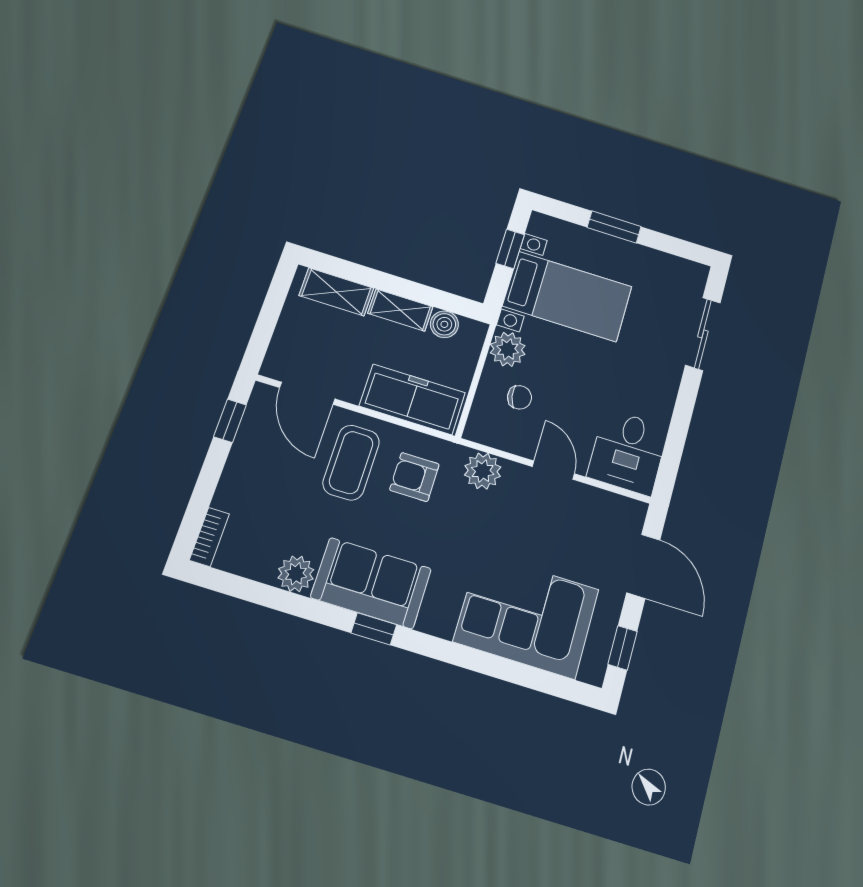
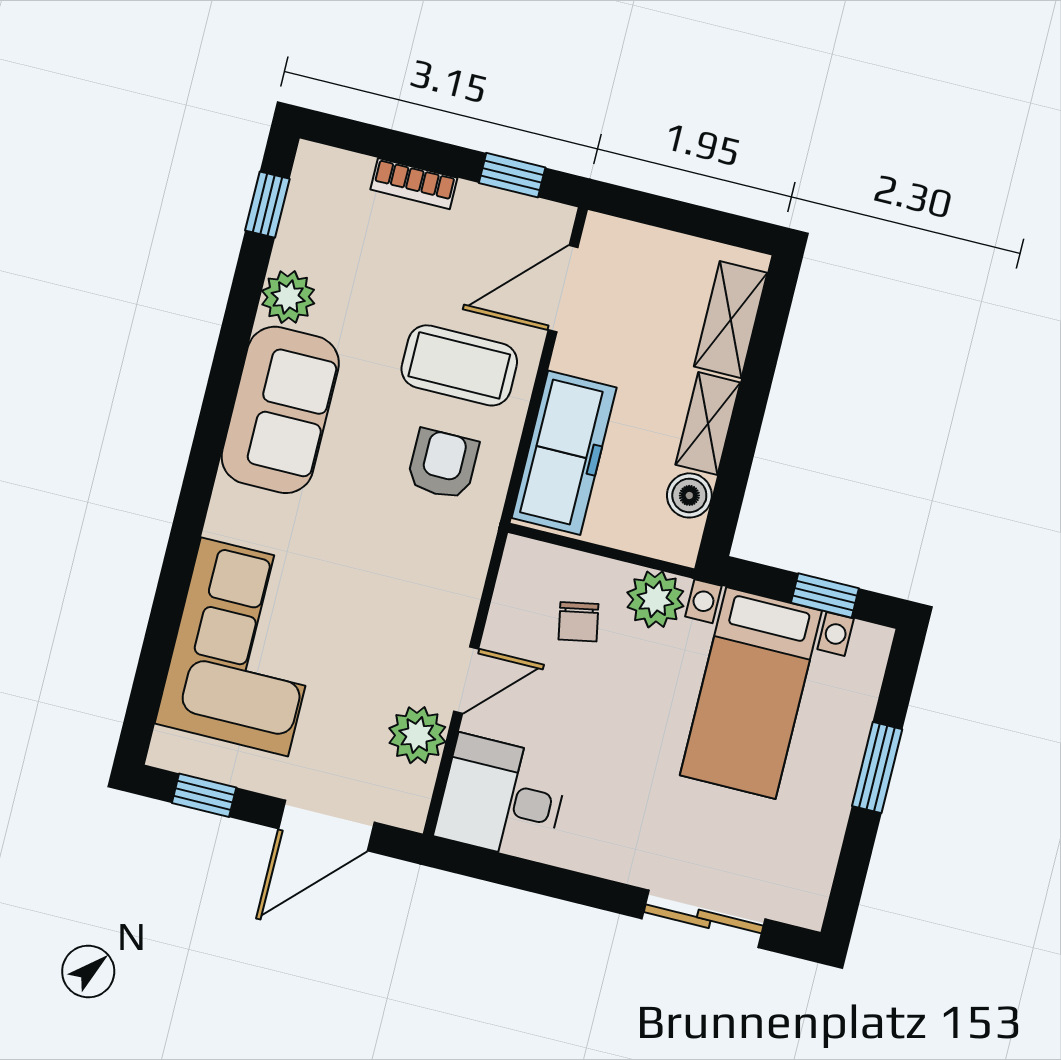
plant: (483, 471) -> (417, 735), moved
bookcase: (209, 537) -> (414, 184), moved
window: (374, 629) -> (267, 205), moved

